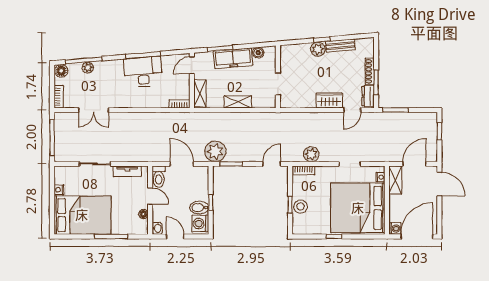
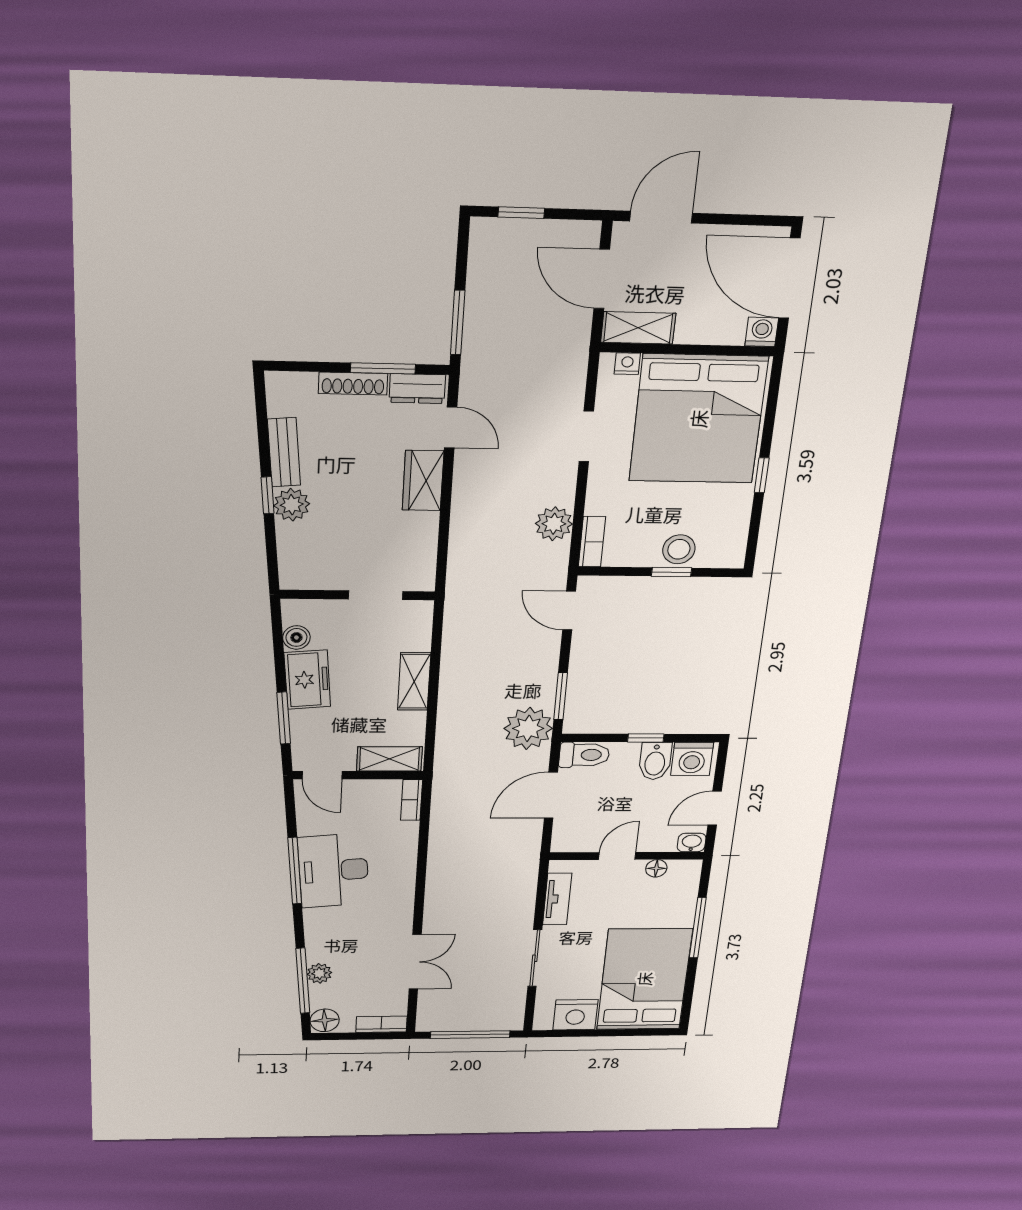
freezer: (233, 58) -> (307, 680), width x0.71
toilet: (159, 177) -> (584, 755), moved
nightstand: (59, 190) -> (575, 1015), width x1.89, depth x1.79

